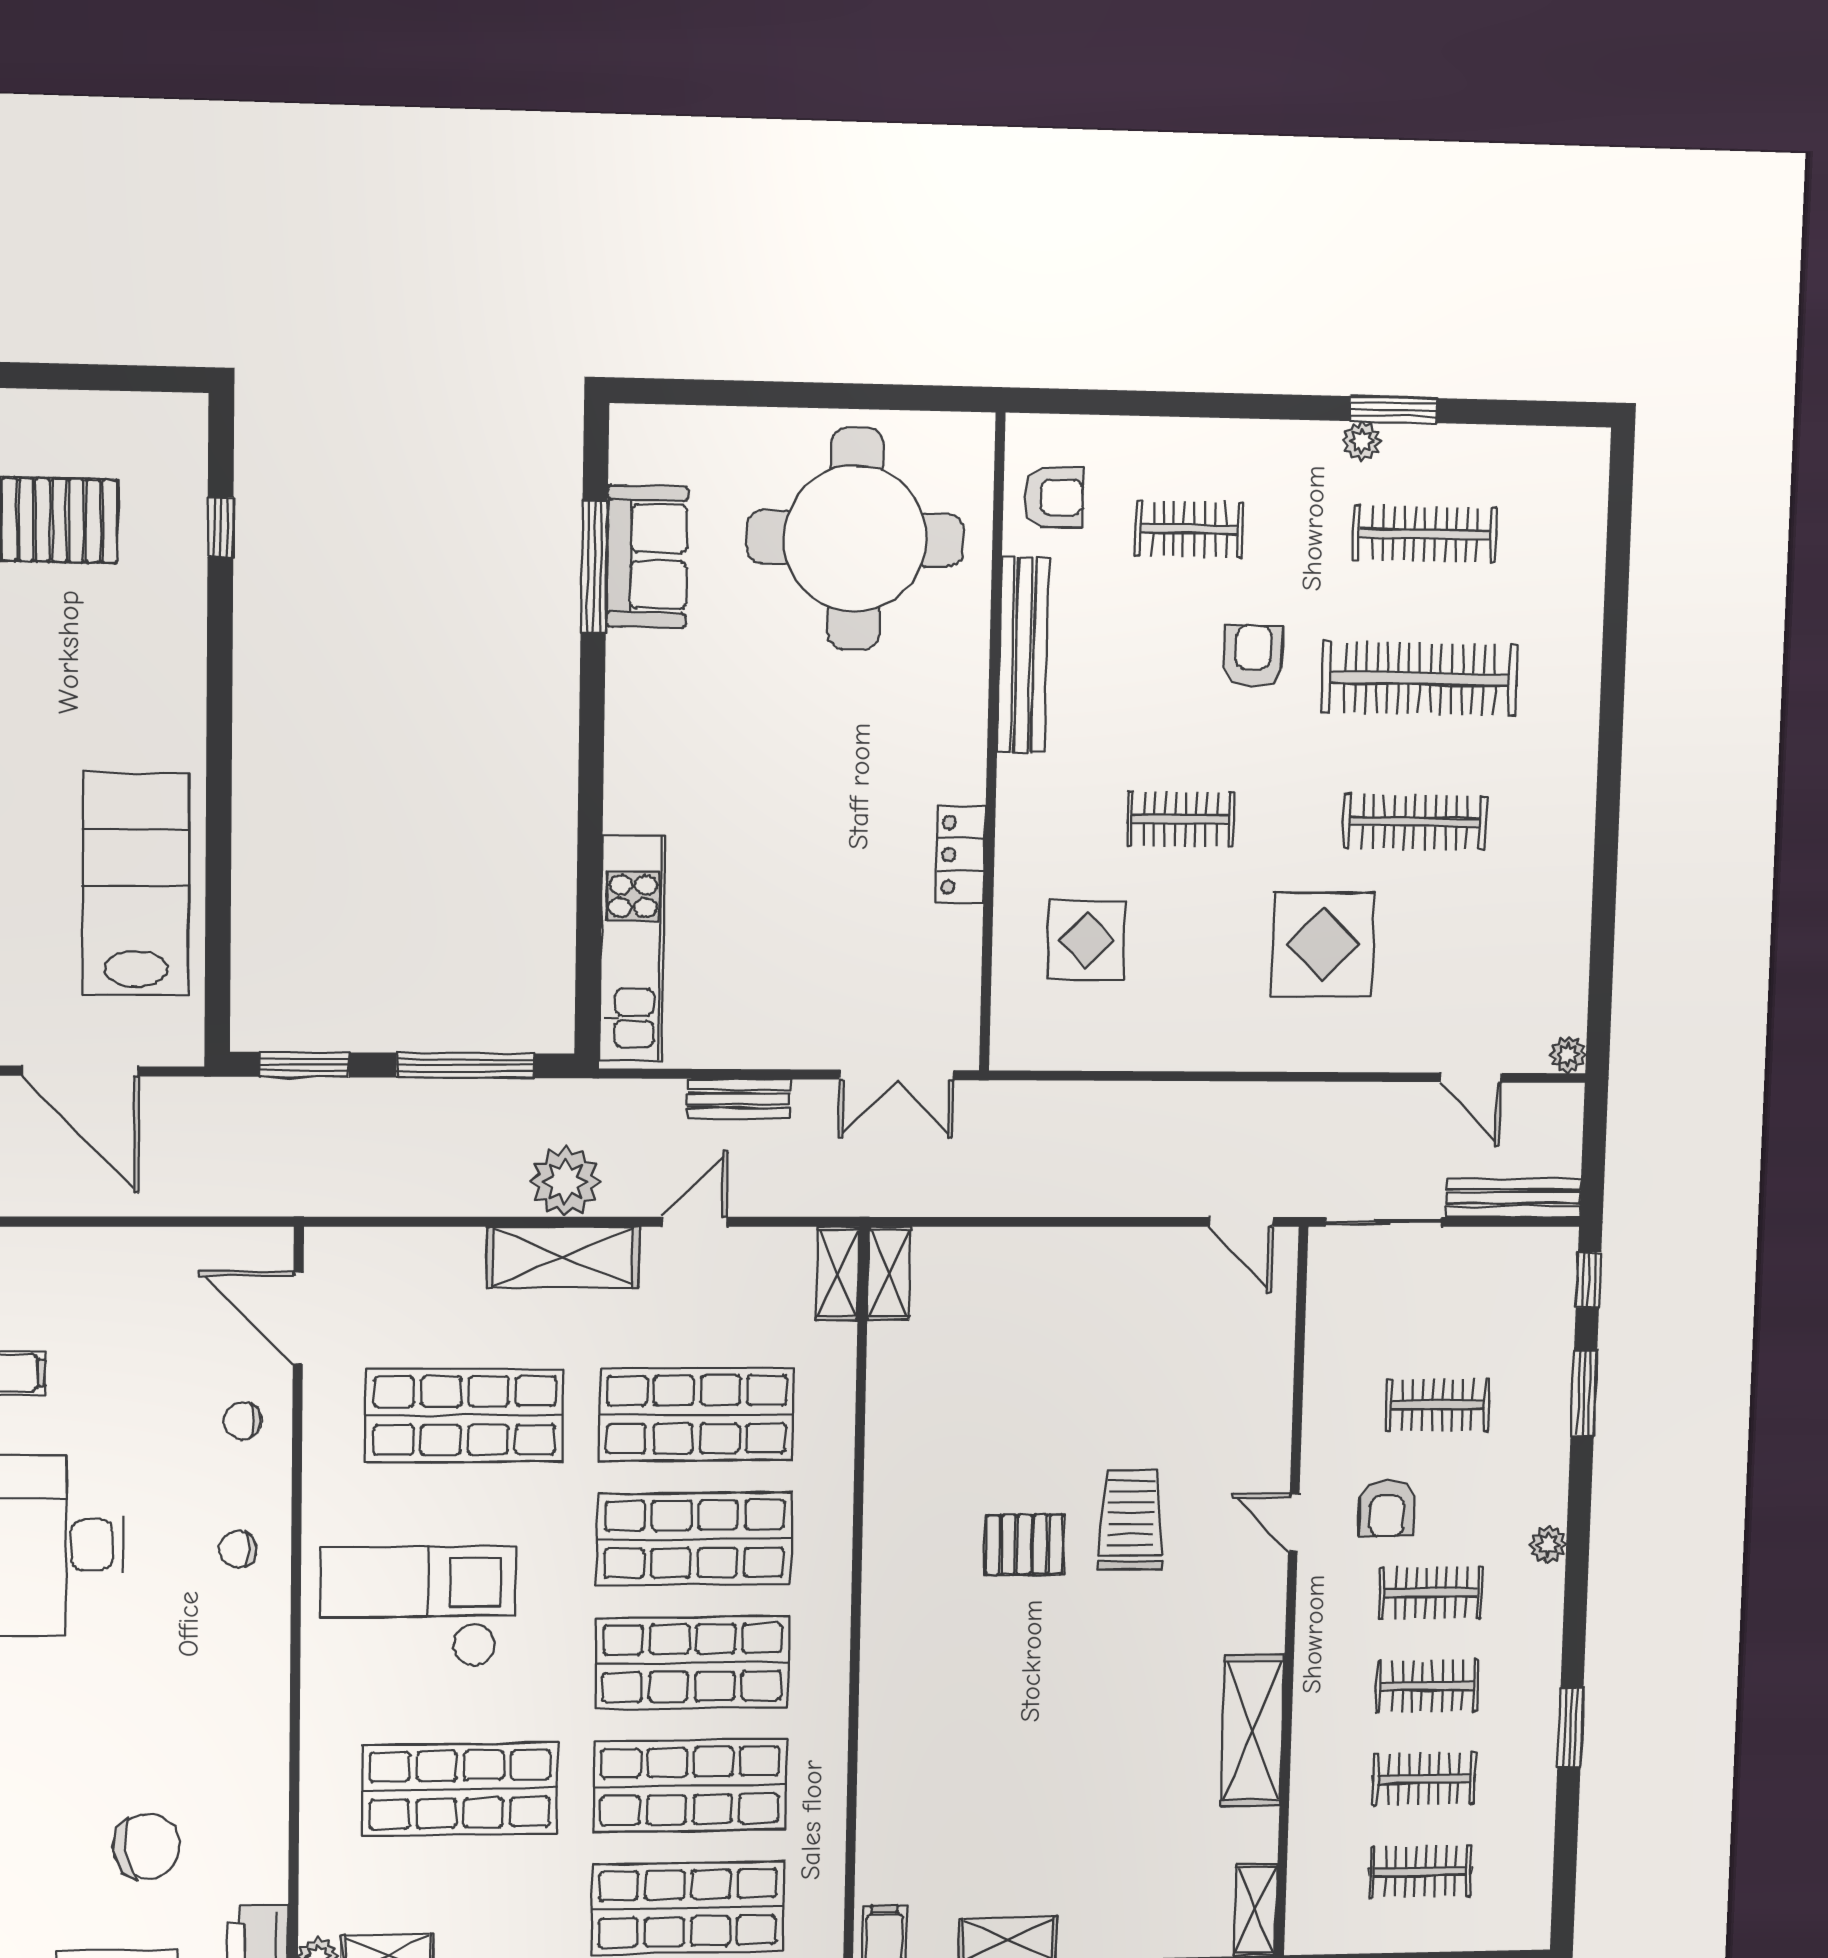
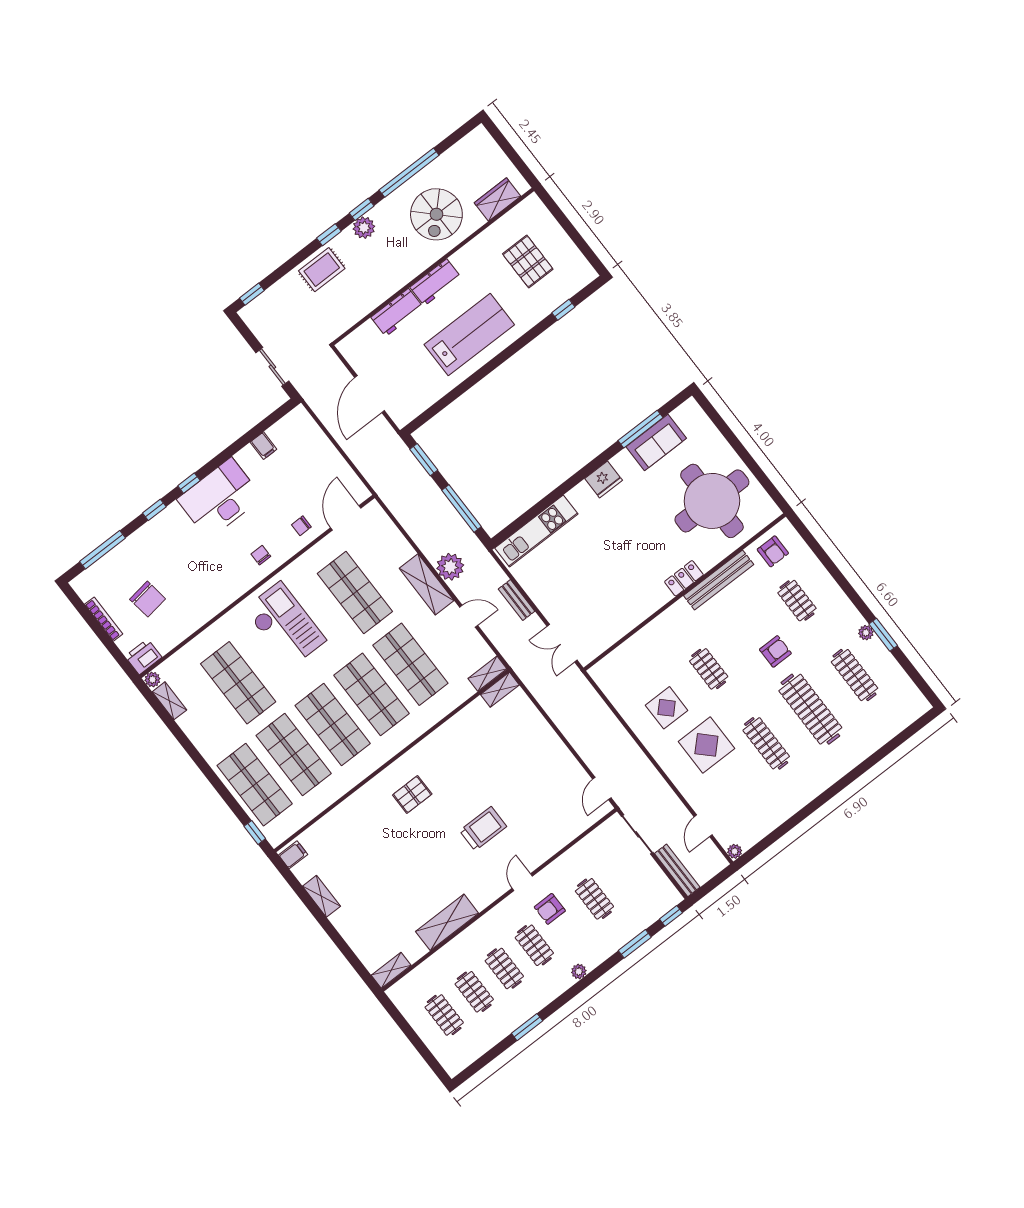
fridge: (636, 726) -> (604, 479), added
locker: (961, 855) -> (684, 578), moved
lab bench: (136, 885) -> (469, 335), moved
display table: (1087, 941) -> (667, 708), moved
chair: (243, 1421) -> (301, 526), turned -90
pallet: (1024, 1545) -> (412, 795), moved, turned 90

